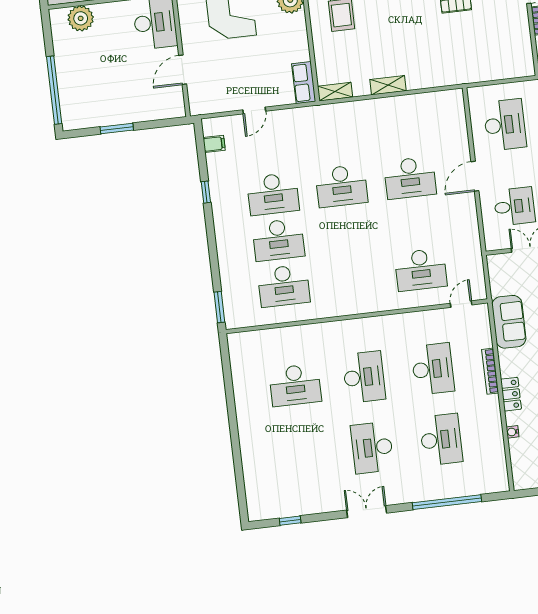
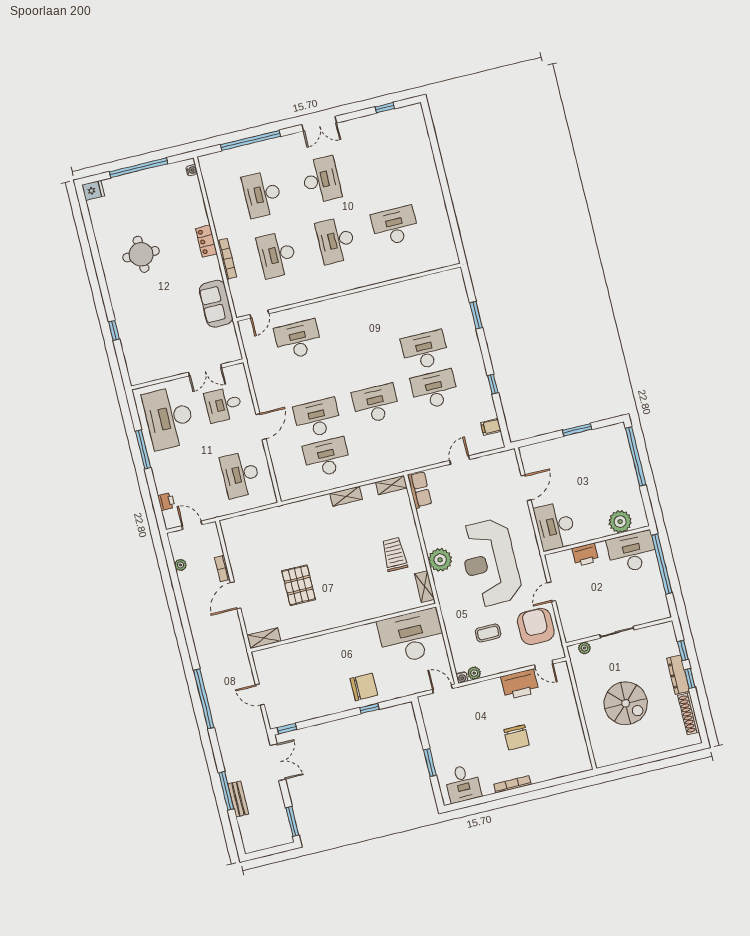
desk: (284, 286) -> (327, 457), moved
window: (219, 307) -> (476, 315), moved
water cooler: (513, 432) -> (192, 170), moved

